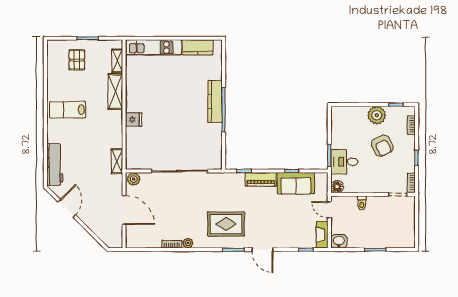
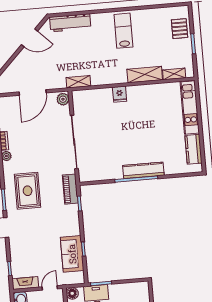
pallet: (77, 60) -> (180, 29), moved, turned 90
piano: (261, 179) -> (70, 189), moved

